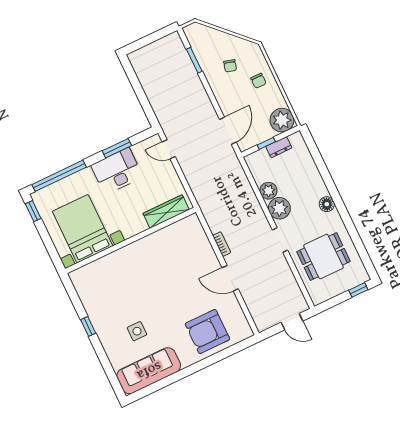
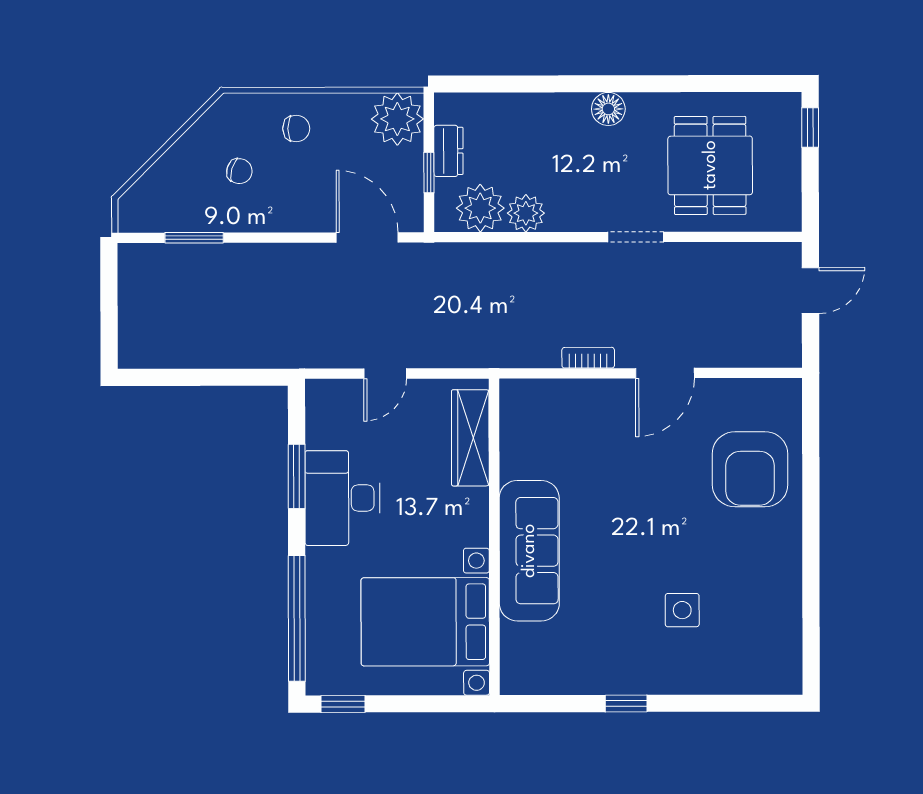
door: (169, 149) -> (385, 374), moved
plant: (279, 208) -> (480, 208), moved
sofa: (149, 371) -> (529, 551), moved, turned 180

